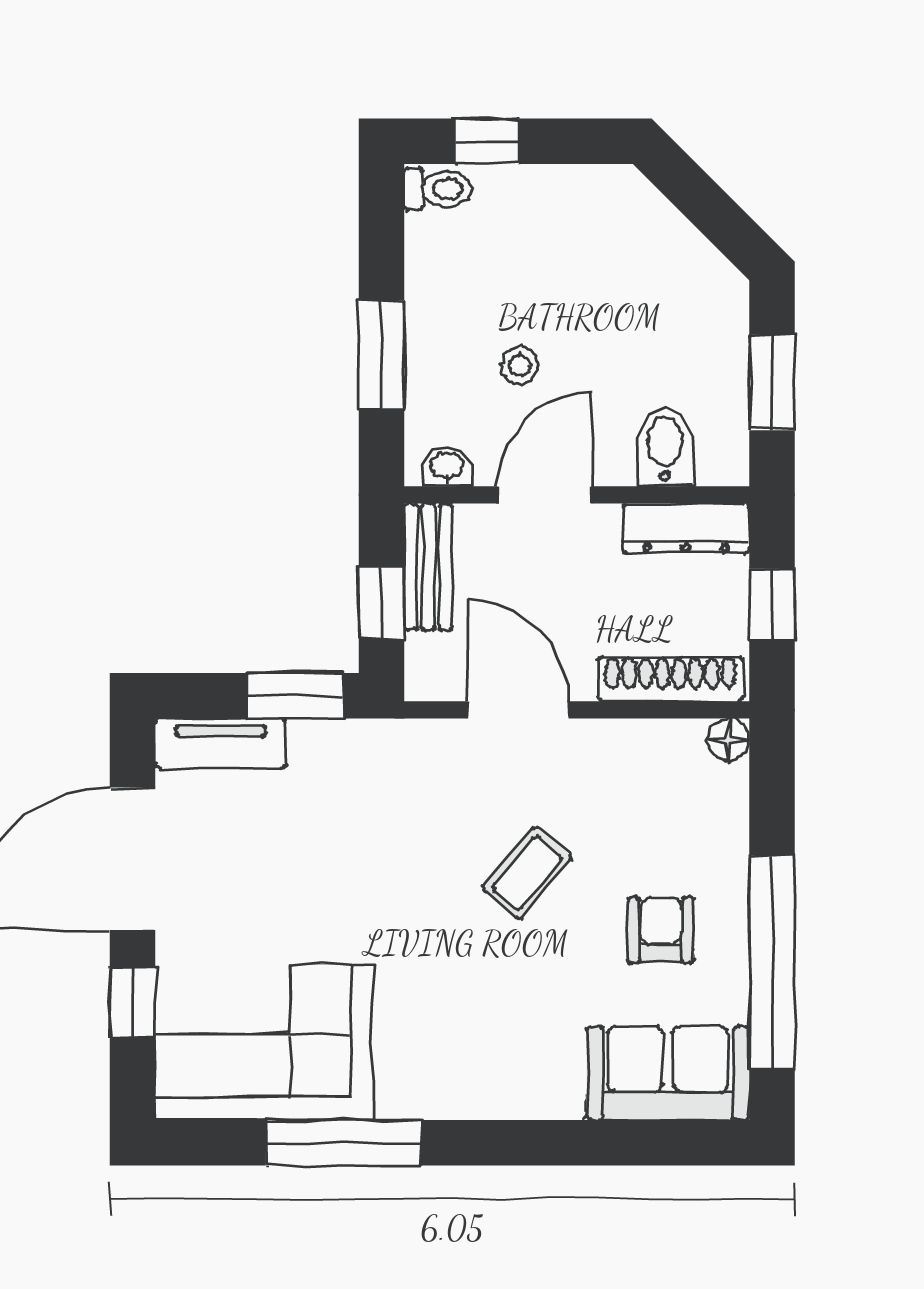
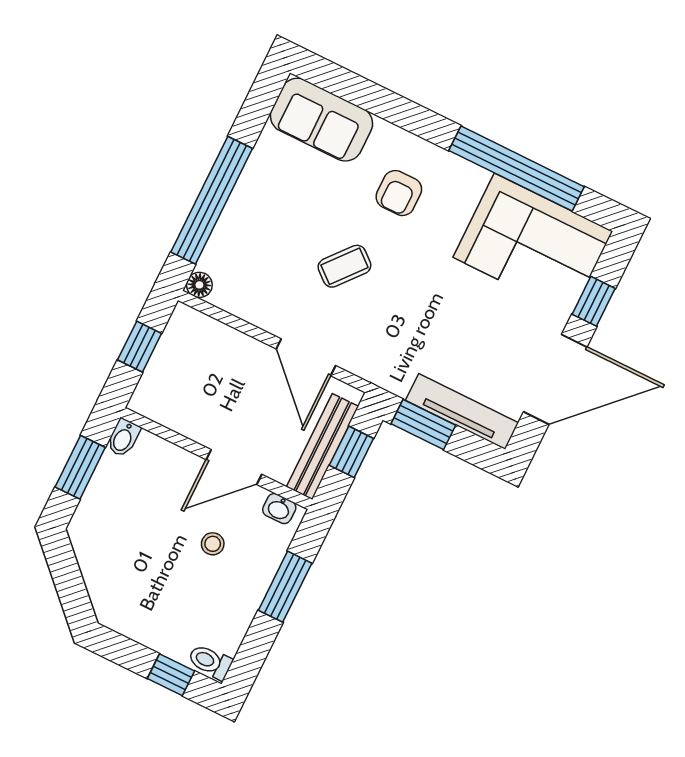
bidet: (665, 447) -> (123, 438), moved, width x0.72, depth x0.74
dresser: (686, 528) -> (166, 411), removed
bench: (428, 567) -> (322, 447), width x1.36
shoe rack: (671, 679) -> (215, 333), removed
tv unit: (220, 743) -> (462, 411), width x1.41
armchair: (661, 930) -> (399, 193), moved
window: (772, 962) -> (212, 200), moved
window: (343, 1143) -> (517, 169), width x1.46

